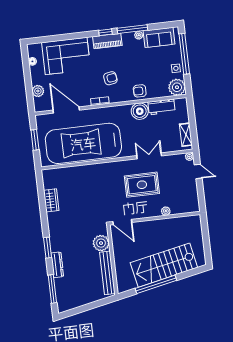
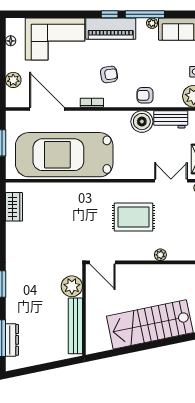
piano: (107, 41) -> (111, 29), width x1.37, depth x1.33
double door: (149, 156) -> (171, 181), moved
wardrobe: (51, 200) -> (14, 207), moved
dresser: (57, 265) -> (12, 340), moved
window: (156, 284) -> (136, 348), removed

